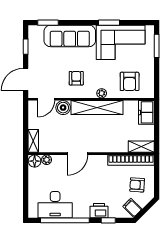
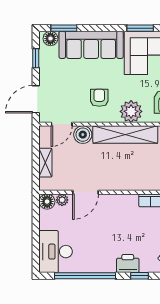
floor lamp: (37, 31) -> (50, 39), added
plant: (102, 93) -> (131, 111), width x1.88, depth x1.88
shelving: (33, 141) -> (45, 163), moved
door: (77, 154) -> (86, 192), moved
desk: (55, 205) -> (56, 252), moved, turned 90

